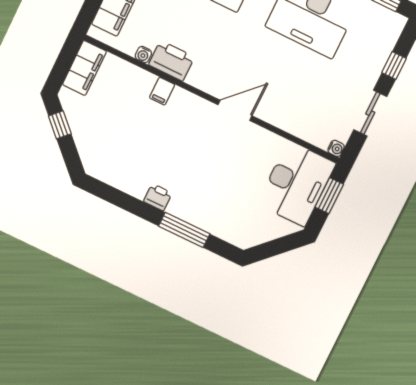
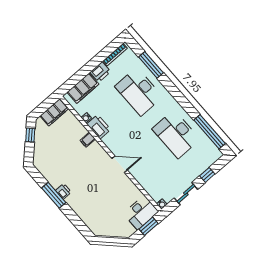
desk: (296, 184) -> (141, 213), width x0.73, depth x0.77
window: (184, 230) -> (54, 195), moved

